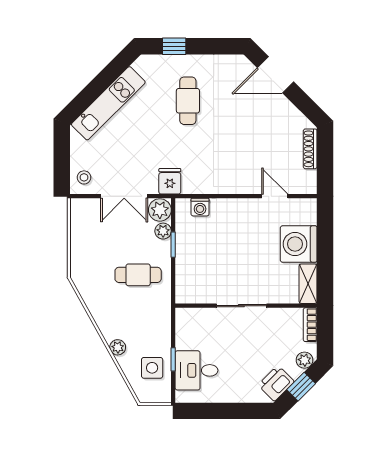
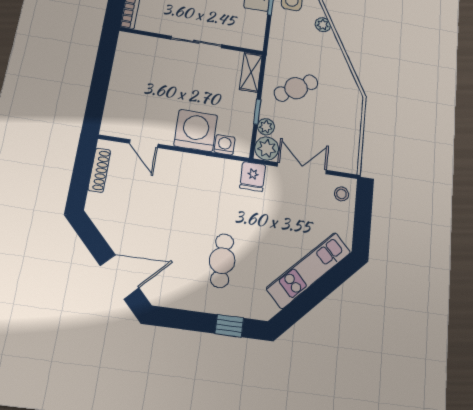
shoe rack: (310, 149) -> (99, 170), moved
washing machine: (299, 244) -> (196, 131), moved, turned -90
cafe table: (138, 275) -> (296, 88), turned -32
shelving: (308, 284) -> (251, 72), moved

